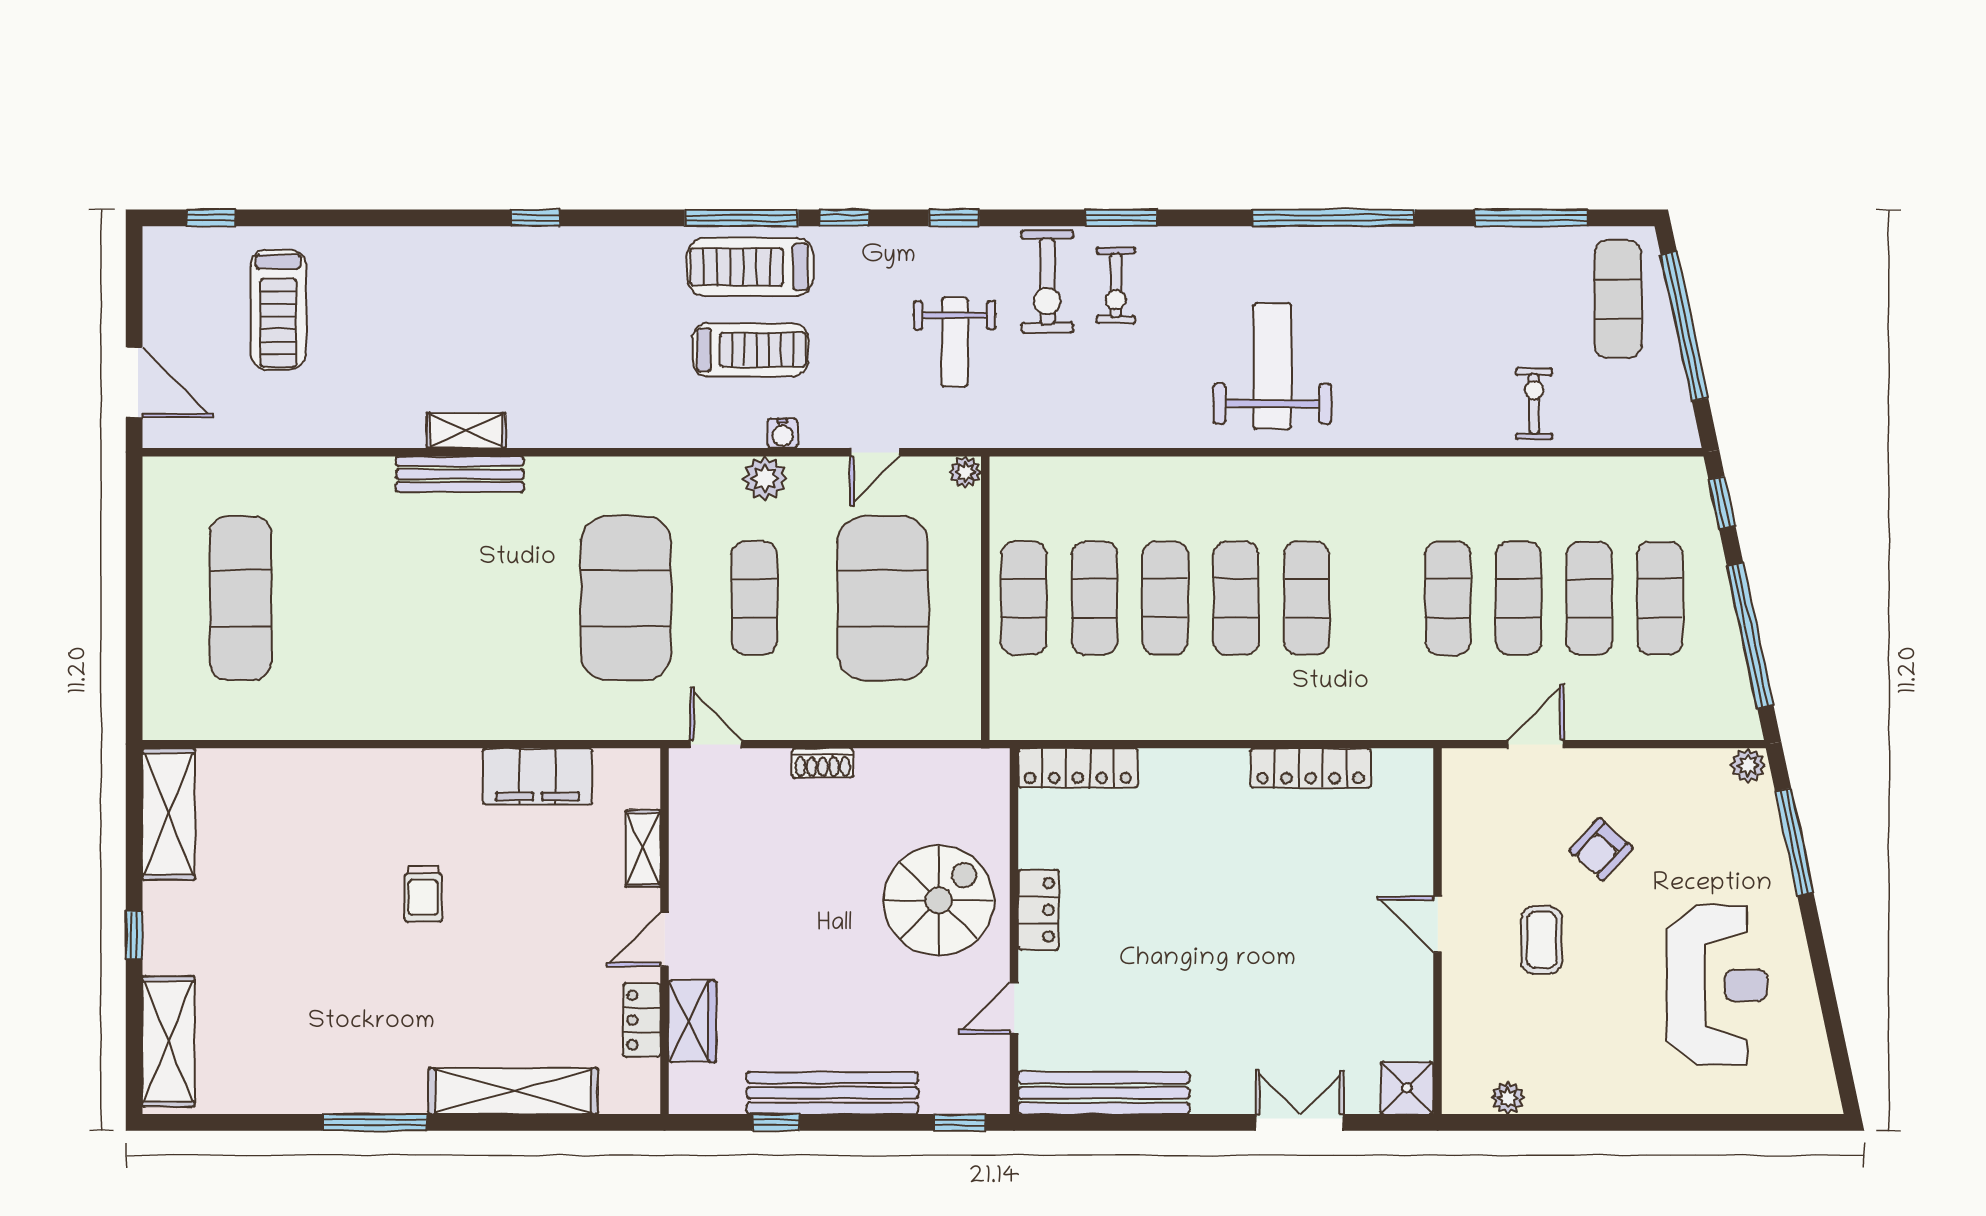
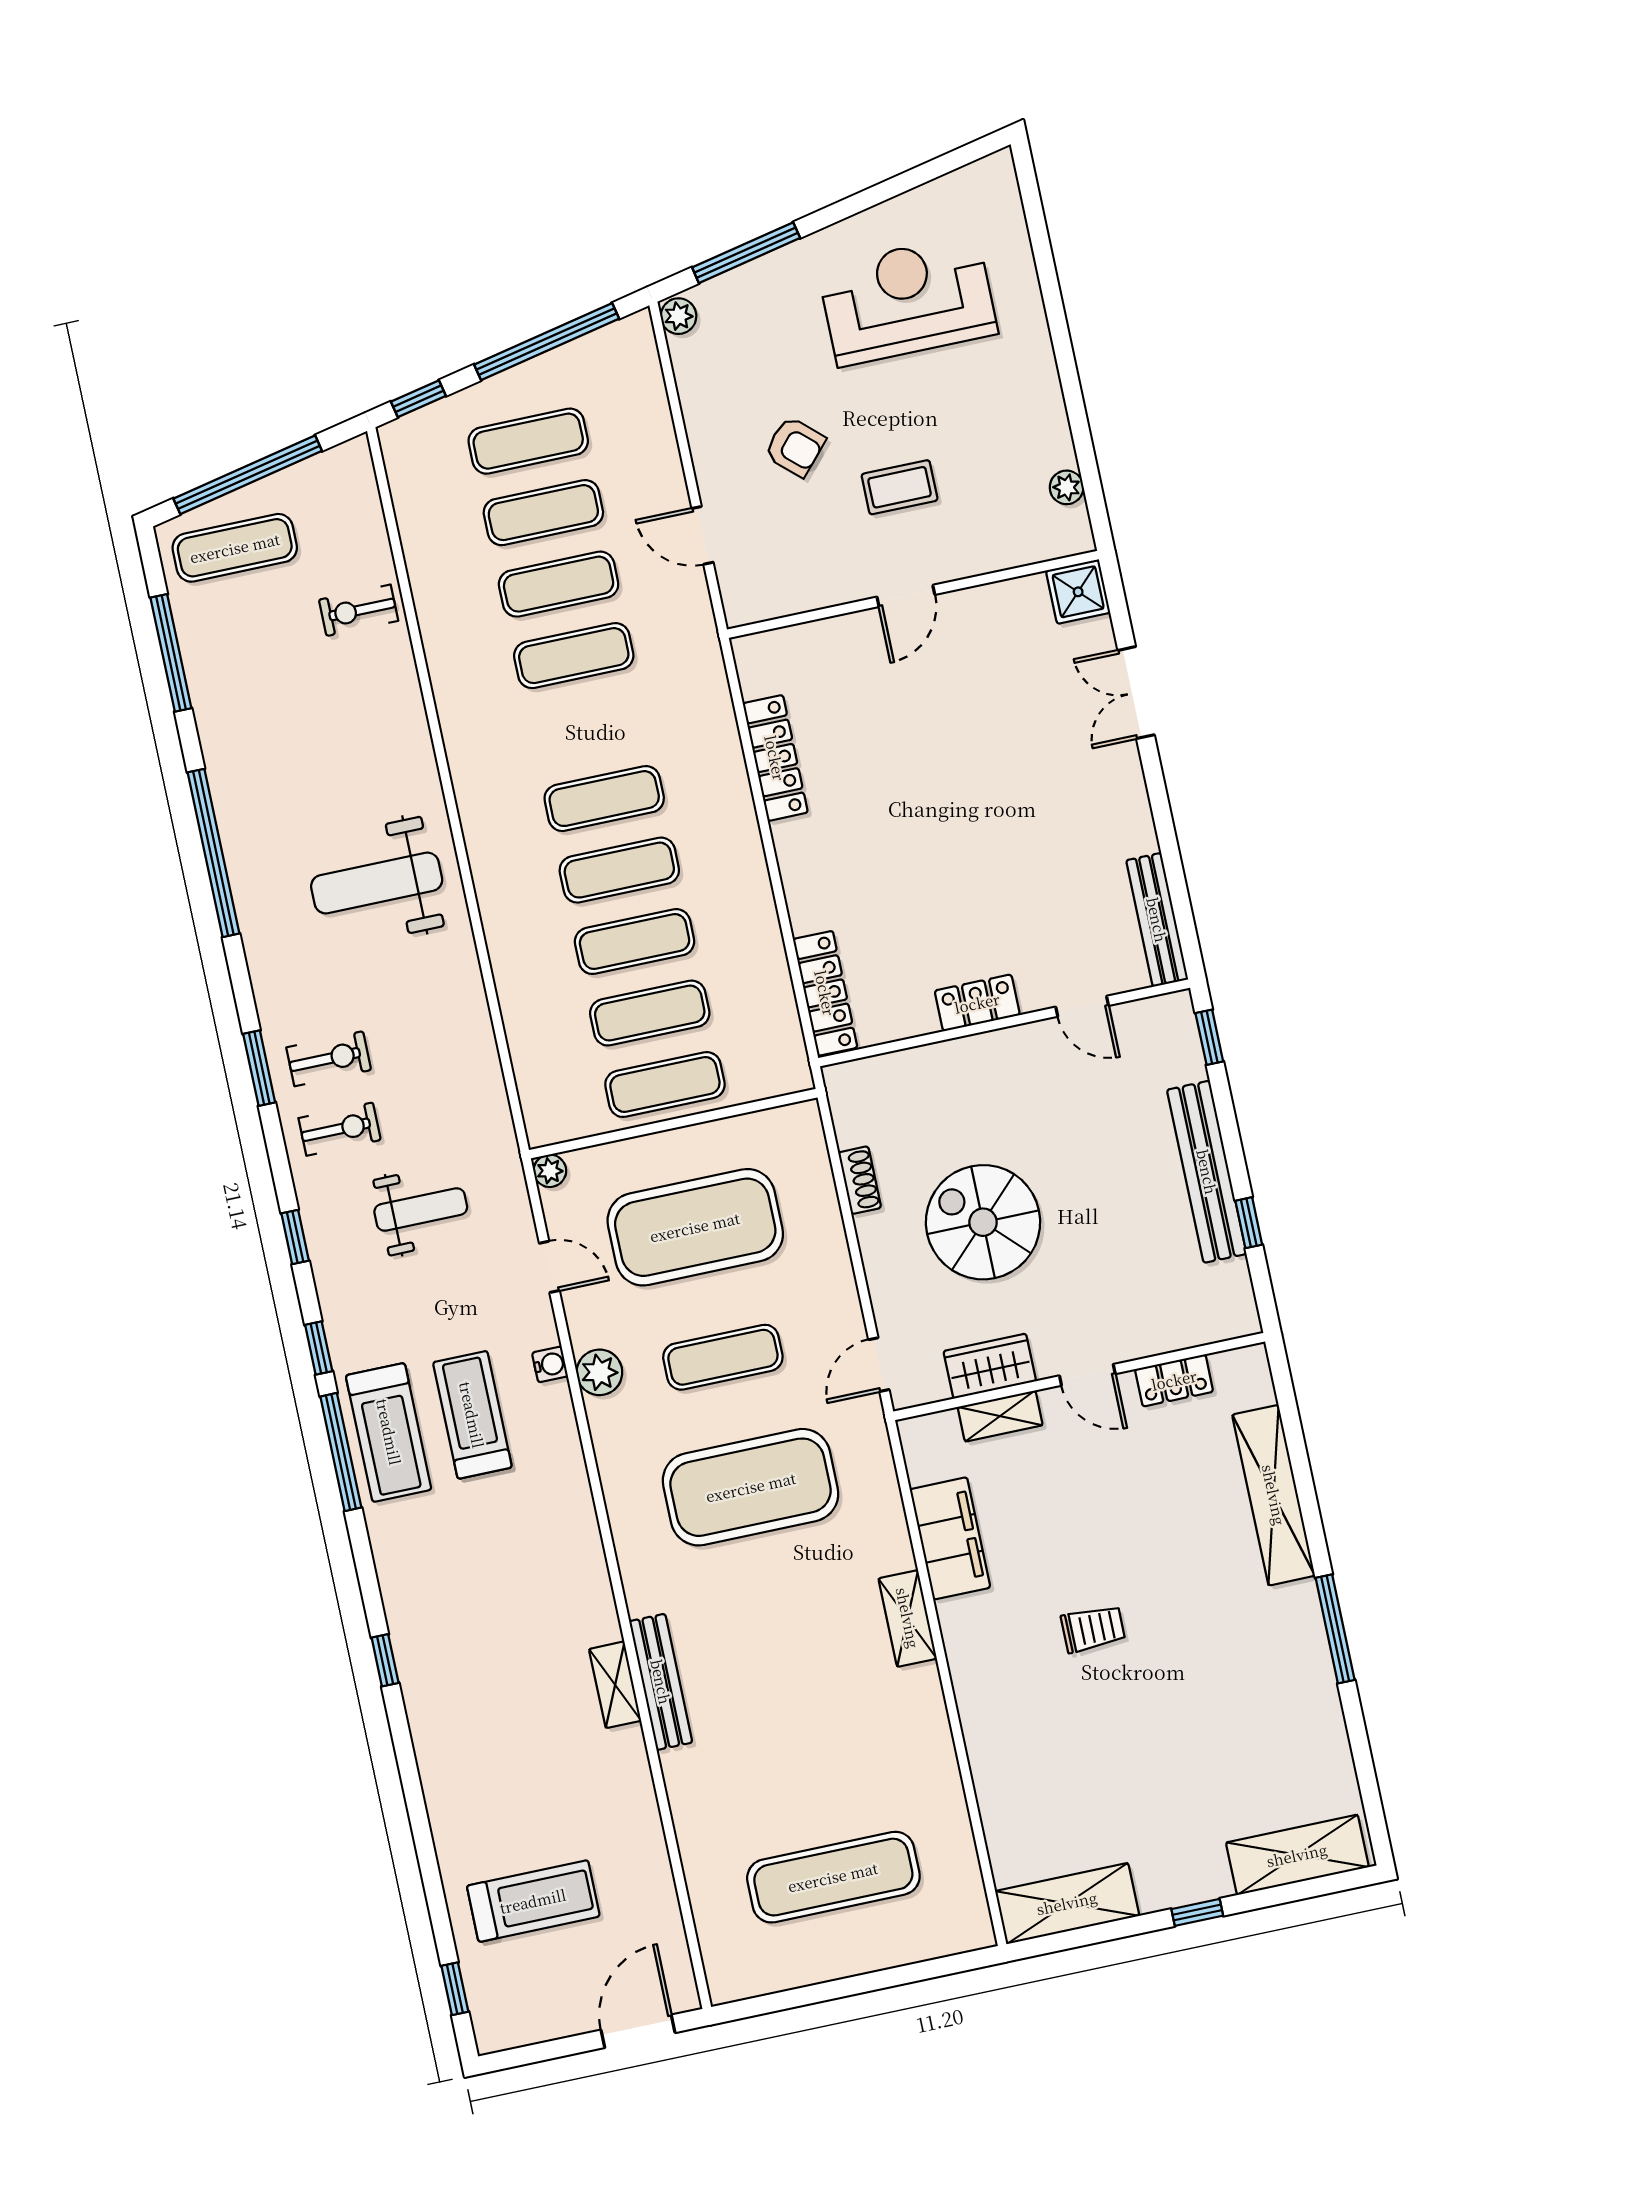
exercise bike: (1047, 282) -> (340, 1129), width x0.73, depth x0.72
shelving: (470, 720) -> (908, 1618), added
shoe rack: (823, 763) -> (860, 1180), moved
spiral stairs: (939, 900) -> (983, 1222), moved
wardrobe: (692, 1021) -> (990, 1366), moved
bench: (1104, 1093) -> (1157, 920), width x0.73, depth x0.82

